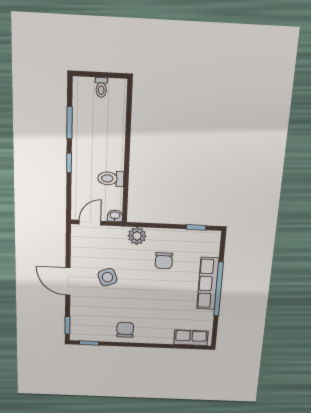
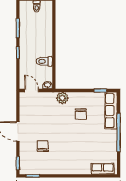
door: (90, 223) -> (32, 91), hinge flipped
side table: (107, 277) -> (44, 127), removed
row of seats: (208, 284) -> (111, 110), moved
chair: (125, 330) -> (43, 146), moved

